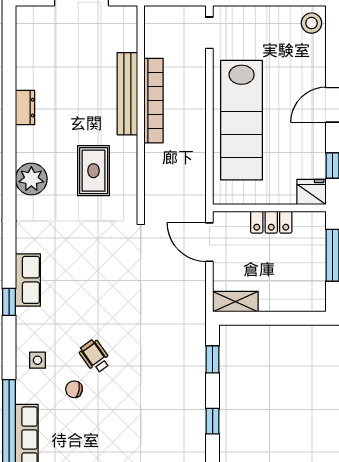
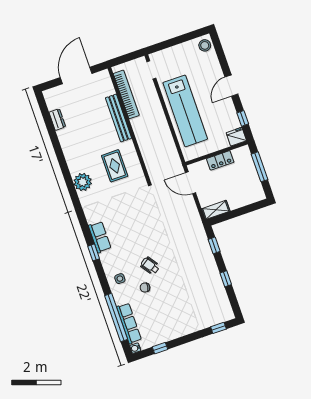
bookcase: (154, 101) -> (126, 94), moved
dresser: (25, 108) -> (57, 120), moved

